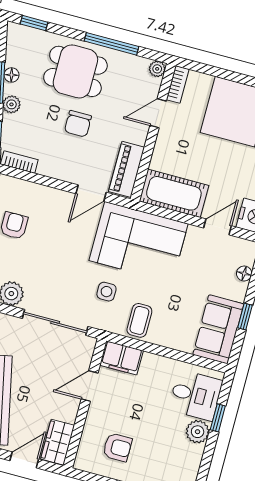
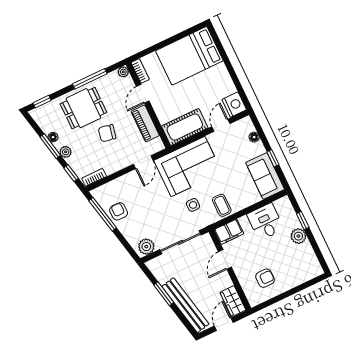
chair: (78, 124) -> (107, 133), turned 102
piano: (127, 169) -> (145, 123), moved
desk: (196, 395) -> (265, 222), moved, turned -90

